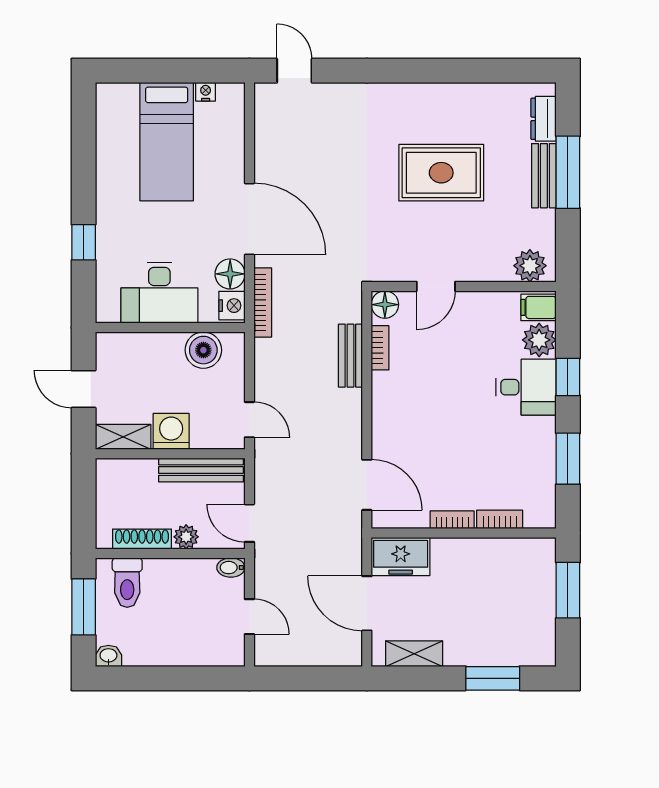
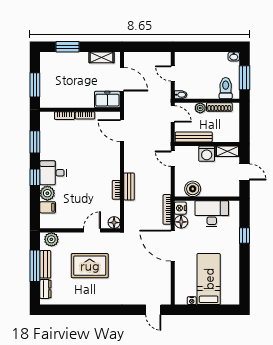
plant: (530, 266) -> (51, 239), moved
door: (436, 286) -> (92, 230), moved
wall: (464, 286) -> (80, 230), moved
floor lamp: (385, 305) -> (114, 223), moved

